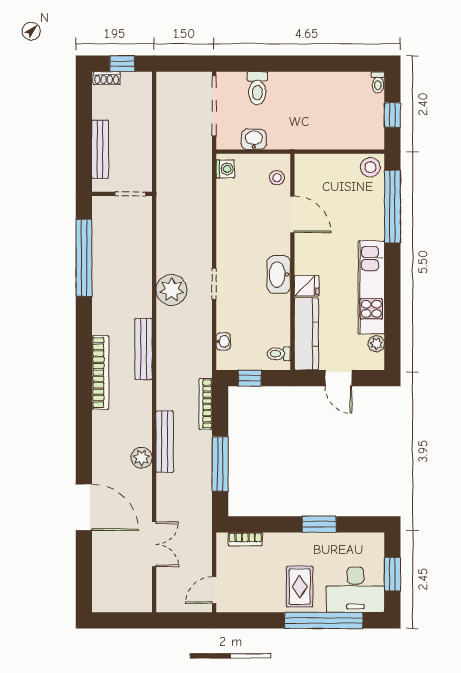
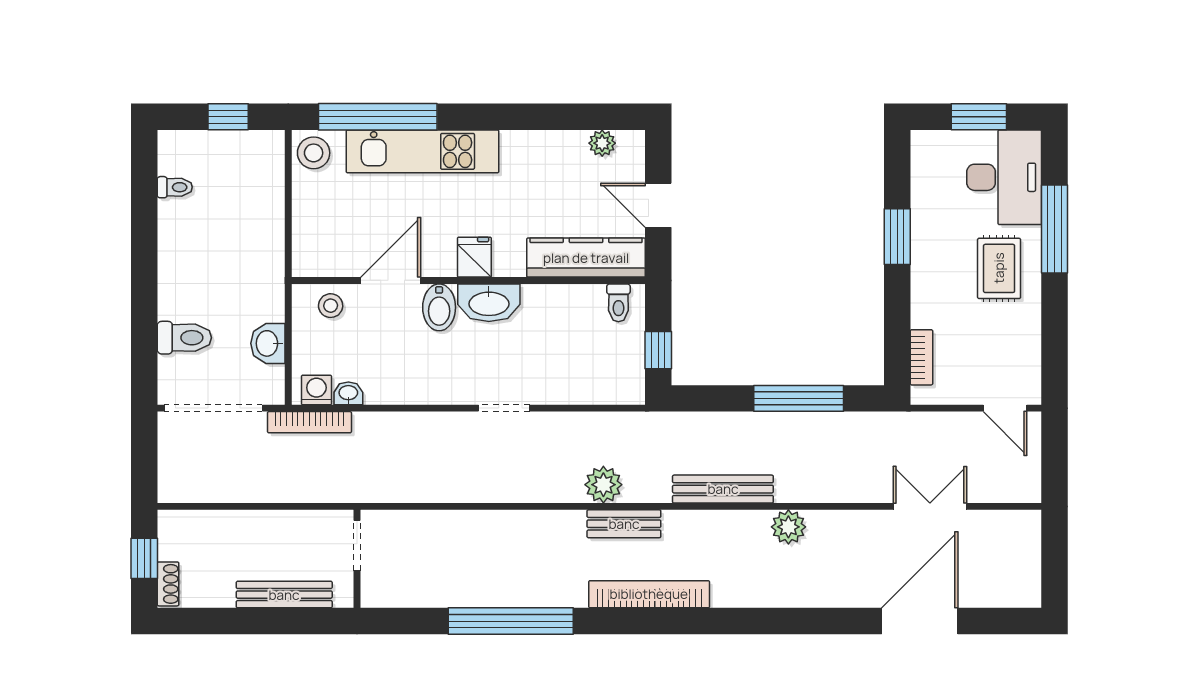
toilet: (378, 82) -> (175, 187), moved
bidet: (276, 244) -> (439, 307), added
window: (84, 258) -> (511, 621), moved
fridge: (307, 286) -> (474, 257), moved
kitchen unit: (371, 287) -> (422, 151), moved
plant: (172, 290) -> (603, 485), moved, width x0.73, depth x0.73
washbasin: (223, 341) -> (348, 393), moved
bench: (143, 349) -> (624, 524), width x0.73
door: (338, 378) -> (658, 205), swing flipped
bookcase: (206, 404) -> (309, 422), moved
bench: (165, 442) -> (723, 489), moved
door: (84, 507) -> (920, 621), moved
rug: (300, 587) -> (999, 268), turned 90
window: (324, 620) -> (1054, 229), width x0.68

